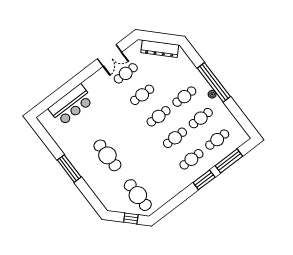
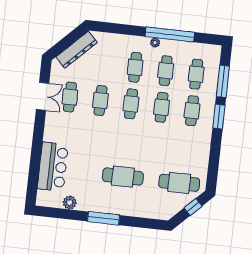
window: (214, 82) -> (170, 34), moved
plant: (59, 137) -> (70, 203), added

